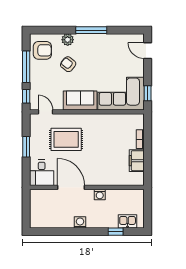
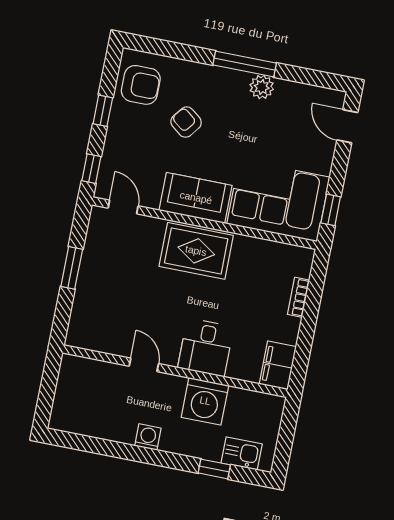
plant: (68, 40) -> (262, 87), moved
window: (26, 67) -> (103, 111), width x0.46
rug: (66, 139) -> (196, 251), moved
filing cabinet: (137, 161) -> (278, 365), moved
desk: (42, 173) -> (206, 347), moved
door: (71, 187) -> (144, 365), width x0.53
washing machine: (100, 195) -> (205, 401), width x1.89, depth x1.89

